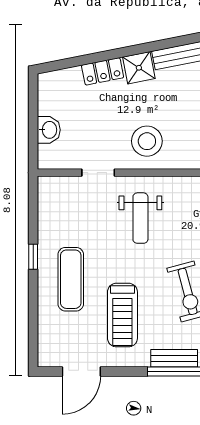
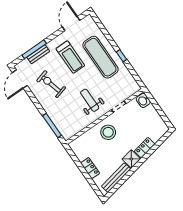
washbasin: (49, 130) -> (143, 100), moved
exercise mat: (71, 279) -> (100, 57), width x1.36, depth x1.45
treadmill: (122, 315) -> (70, 57), turned 180

